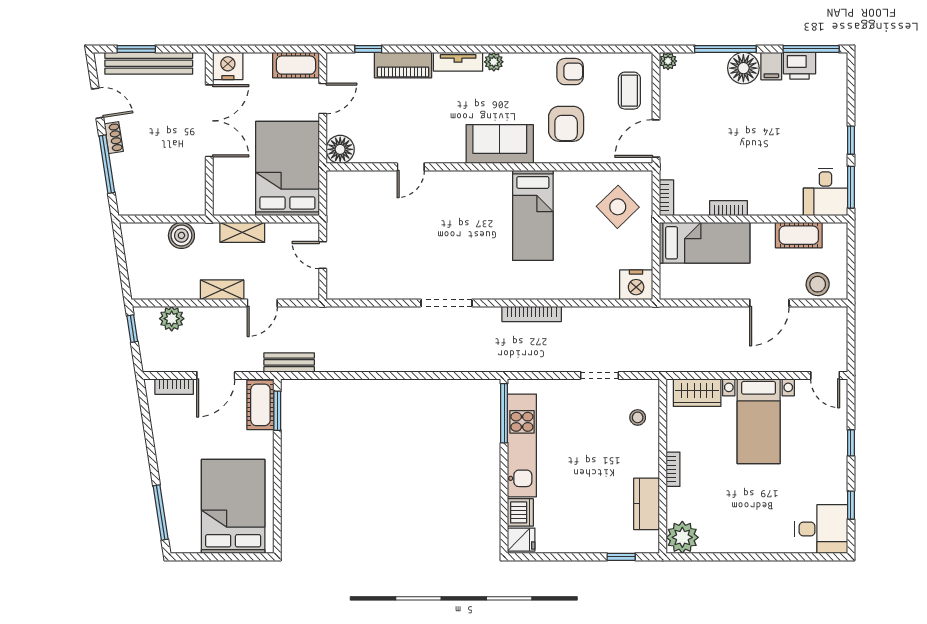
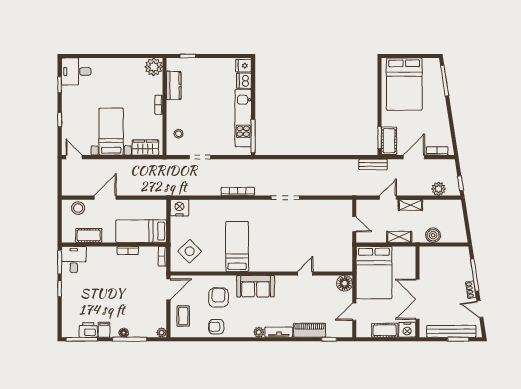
cot: (296, 65) -> (385, 330), moved
floor lamp: (743, 68) -> (124, 333), width x0.53, depth x0.53

